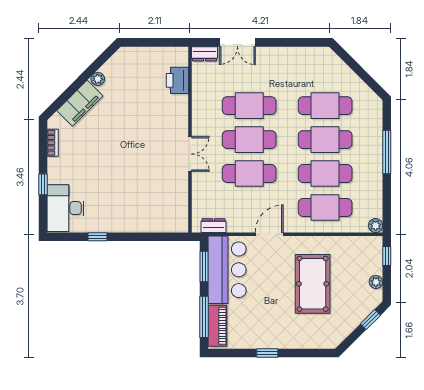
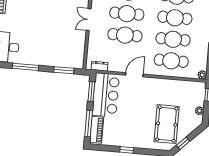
double door: (190, 154) -> (89, 19), swing flipped
window: (97, 237) -> (25, 67), width x2.17
window: (158, 237) -> (64, 70), added
pool table: (313, 284) -> (167, 124), moved
window: (370, 320) -> (183, 143), moved

